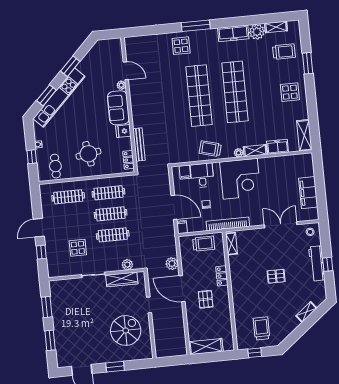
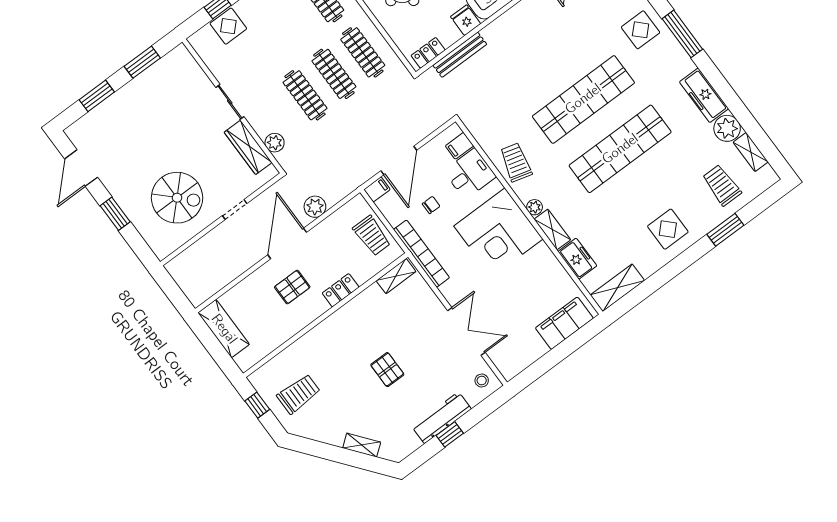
trolley: (284, 52) -> (722, 185), turned 180
filing cabinet: (308, 193) -> (564, 323), moved
display table: (78, 248) -> (228, 26), moved

